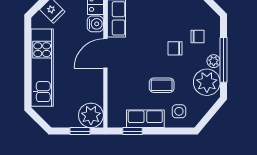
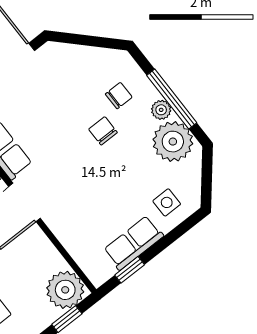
chair: (175, 48) -> (103, 131), turned 90
coffee table: (162, 85) -> (122, 187), removed

